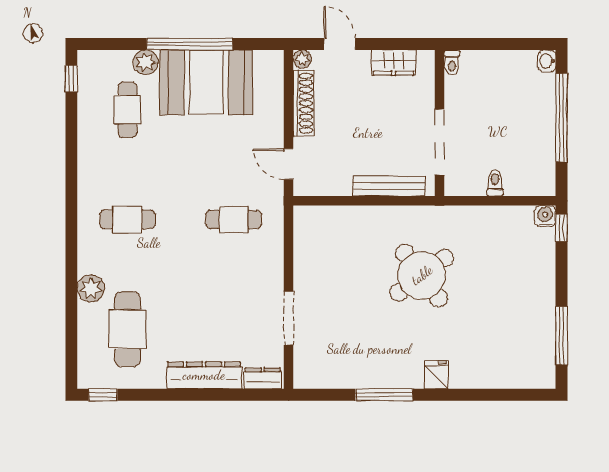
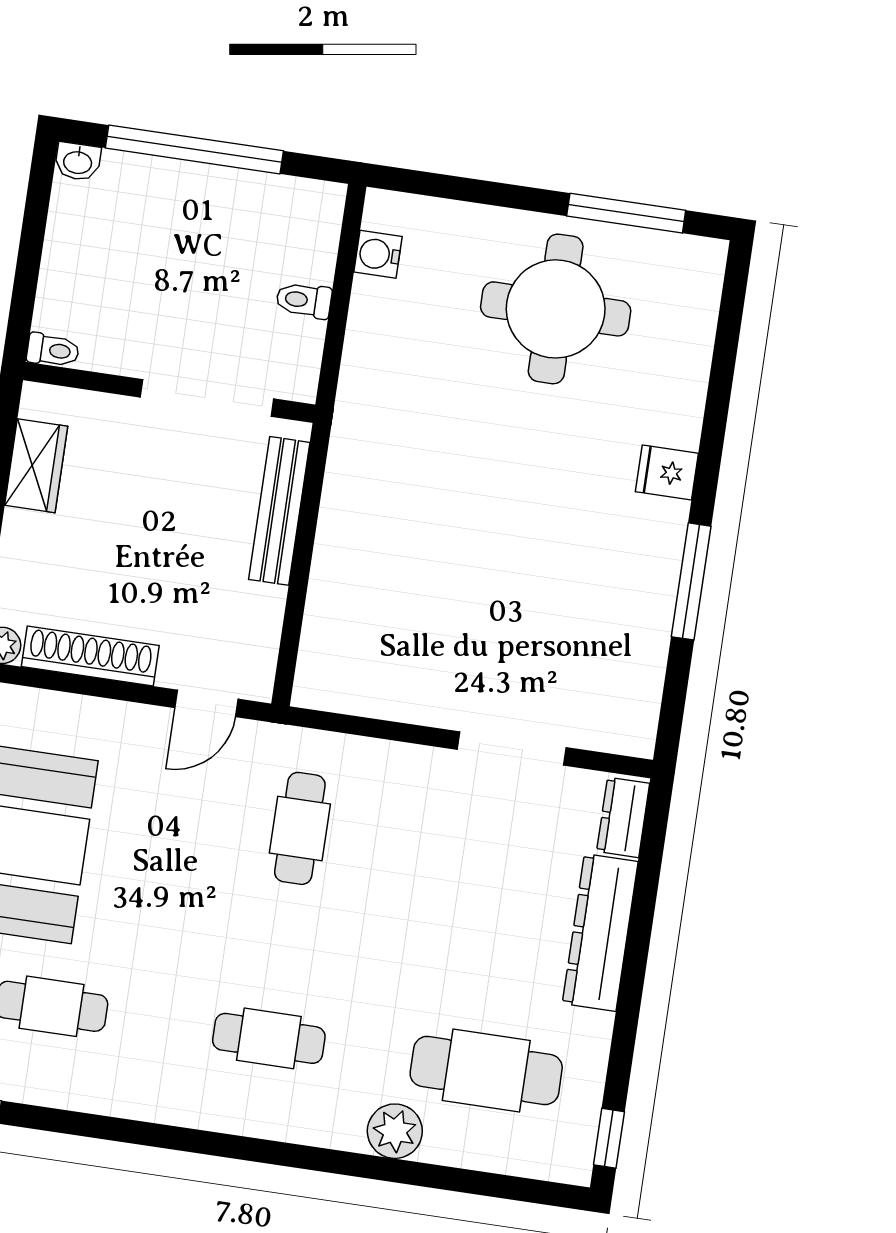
water cooler: (545, 216) -> (378, 254), moved
cafe table: (128, 219) -> (269, 1038), turned 90
window: (561, 228) -> (412, 182), removed
round table: (422, 275) -> (556, 309), moved, turned 37

